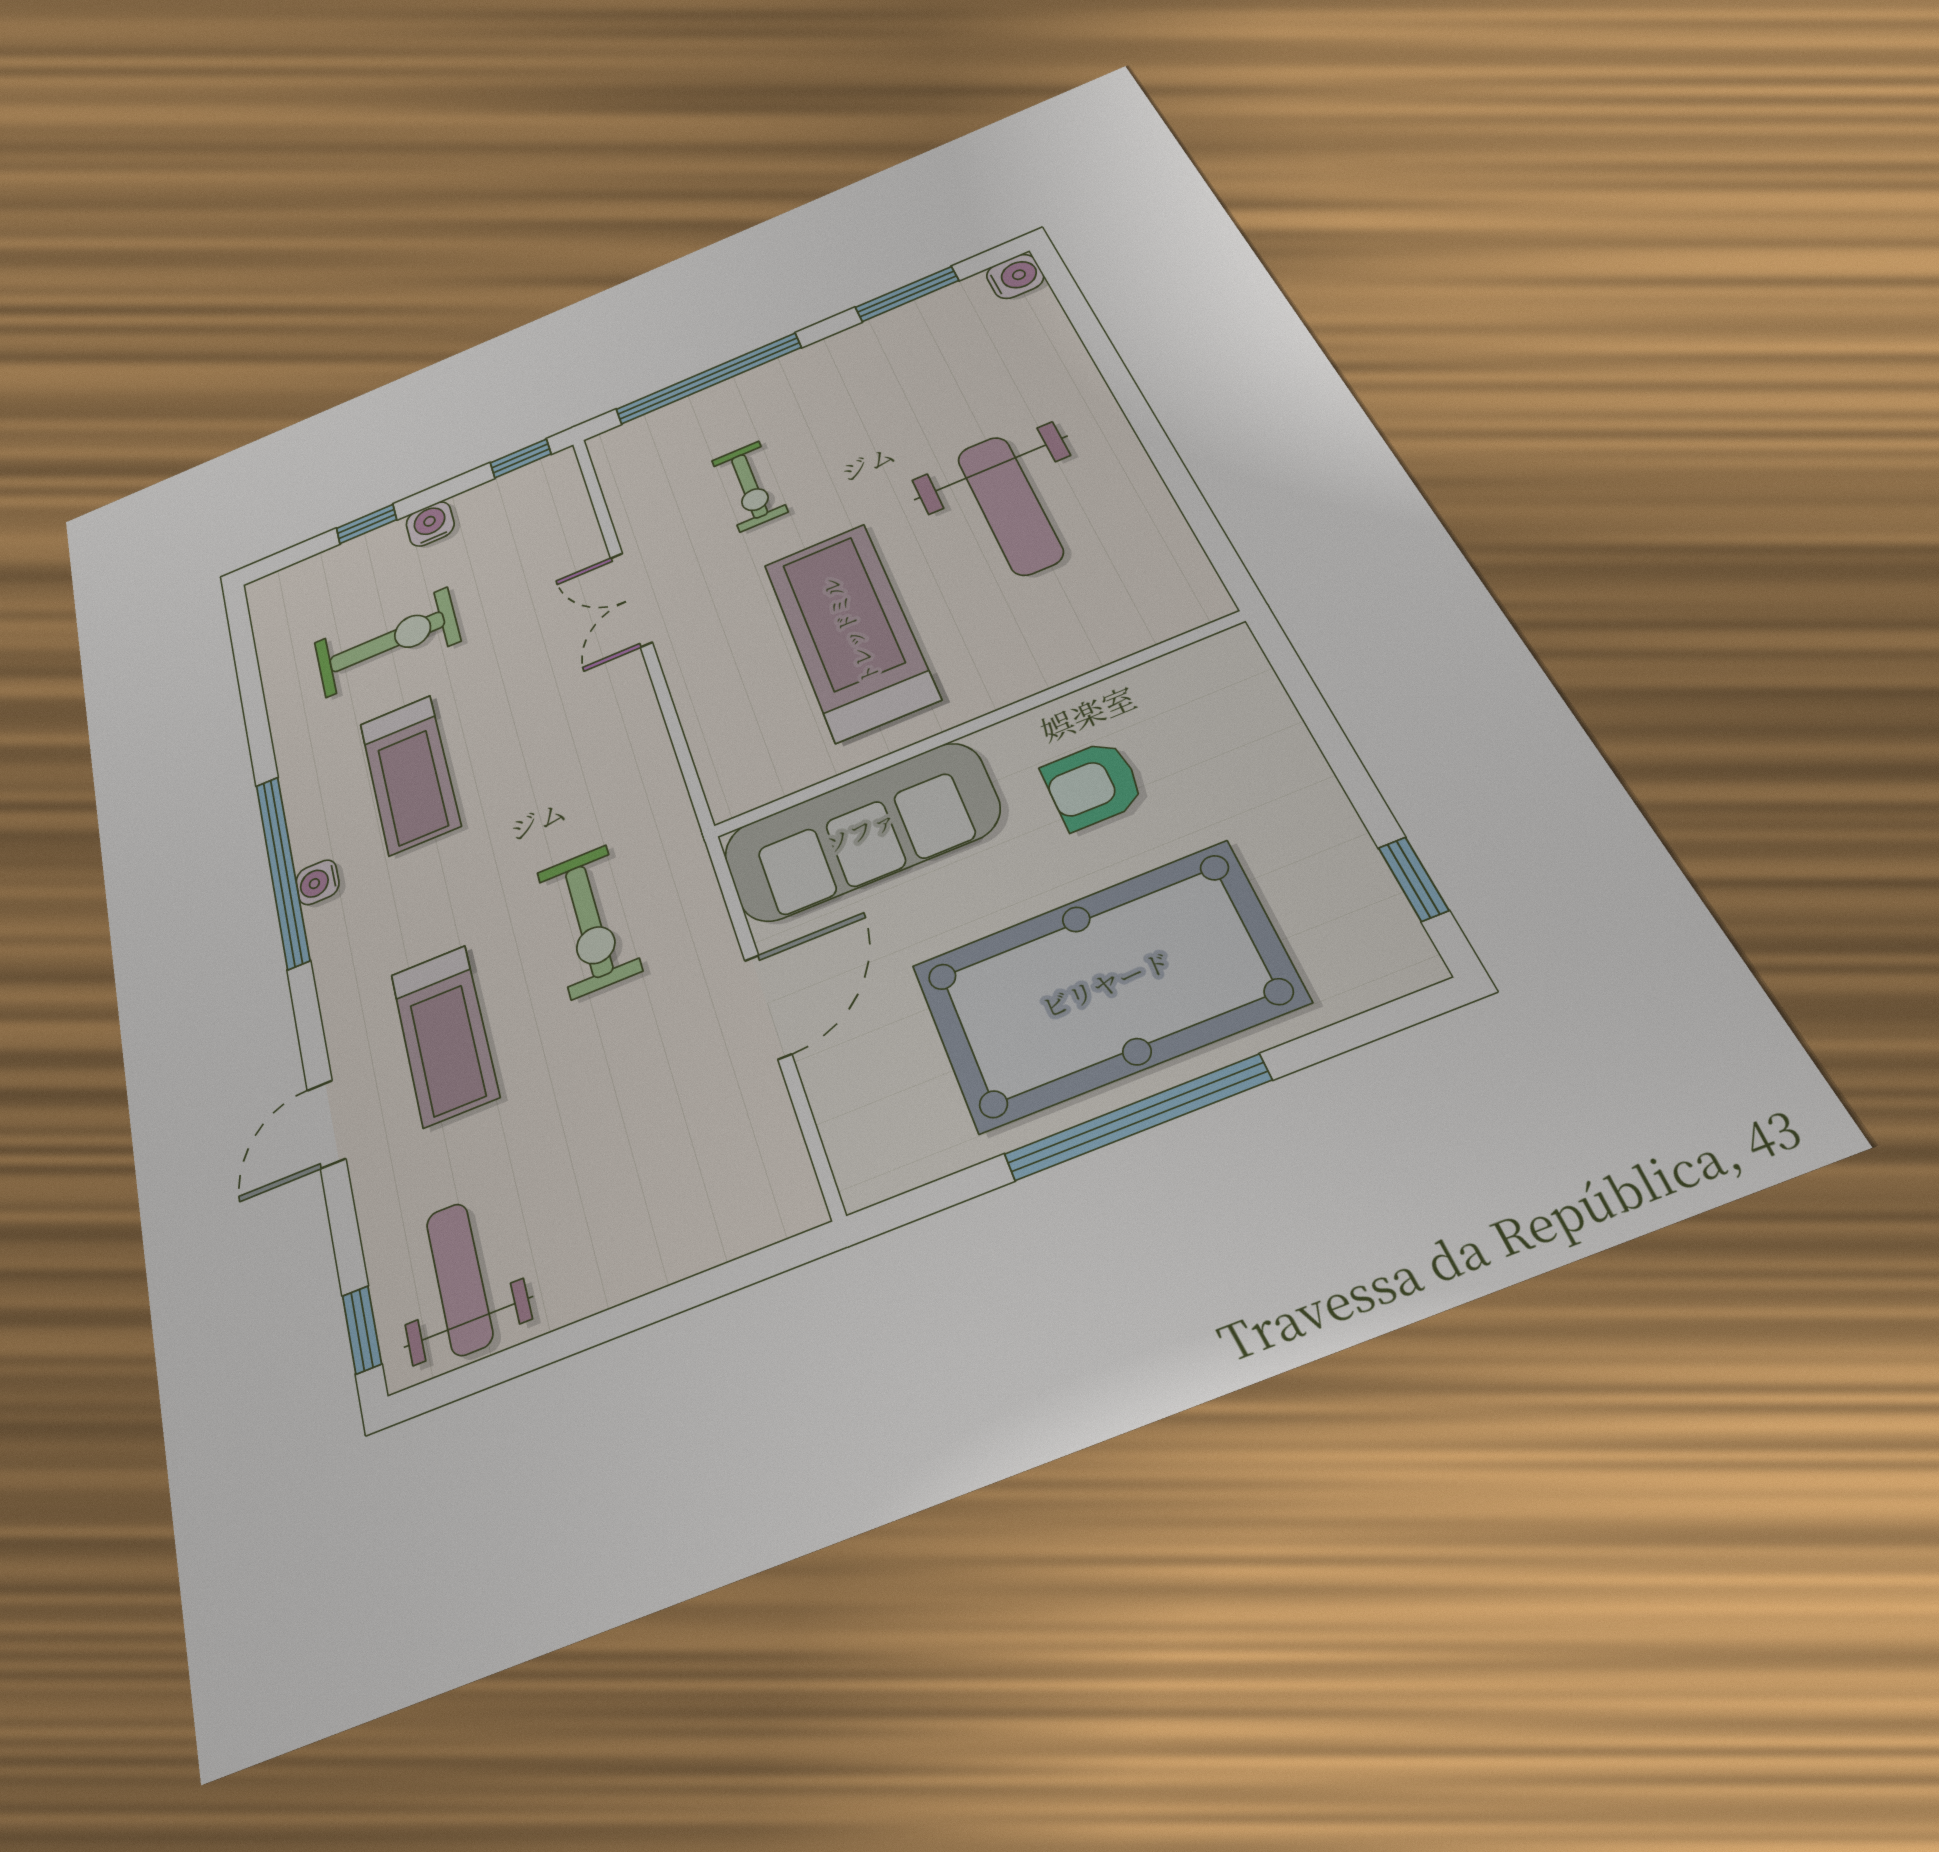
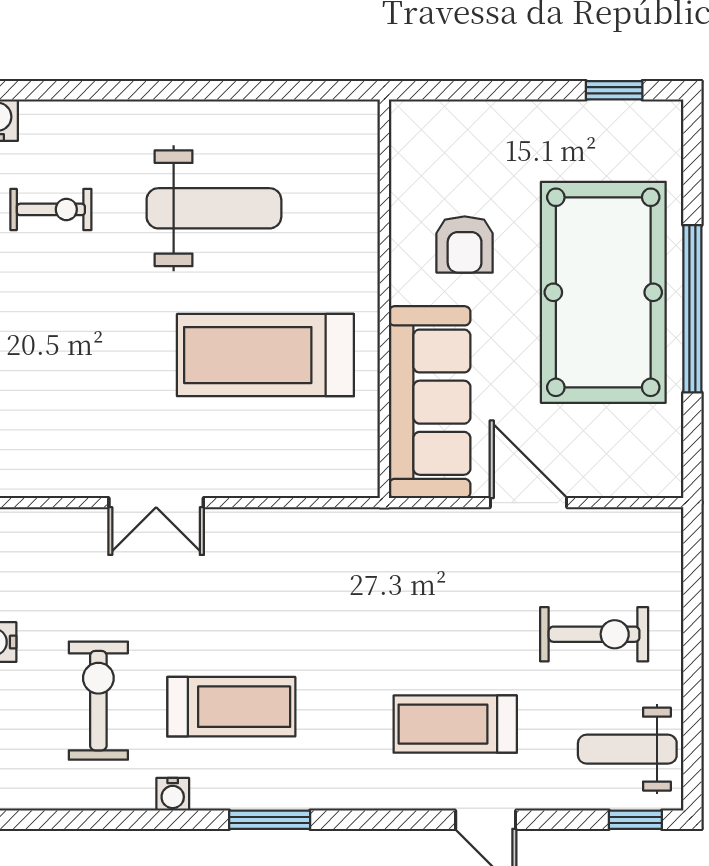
exercise bike: (749, 486) -> (51, 209), moved
window: (282, 871) -> (270, 820), width x0.47
water cooler: (318, 882) -> (173, 794), moved
exercise bike: (589, 921) -> (594, 634), moved
treadmill: (444, 1035) -> (455, 724), turned 180

